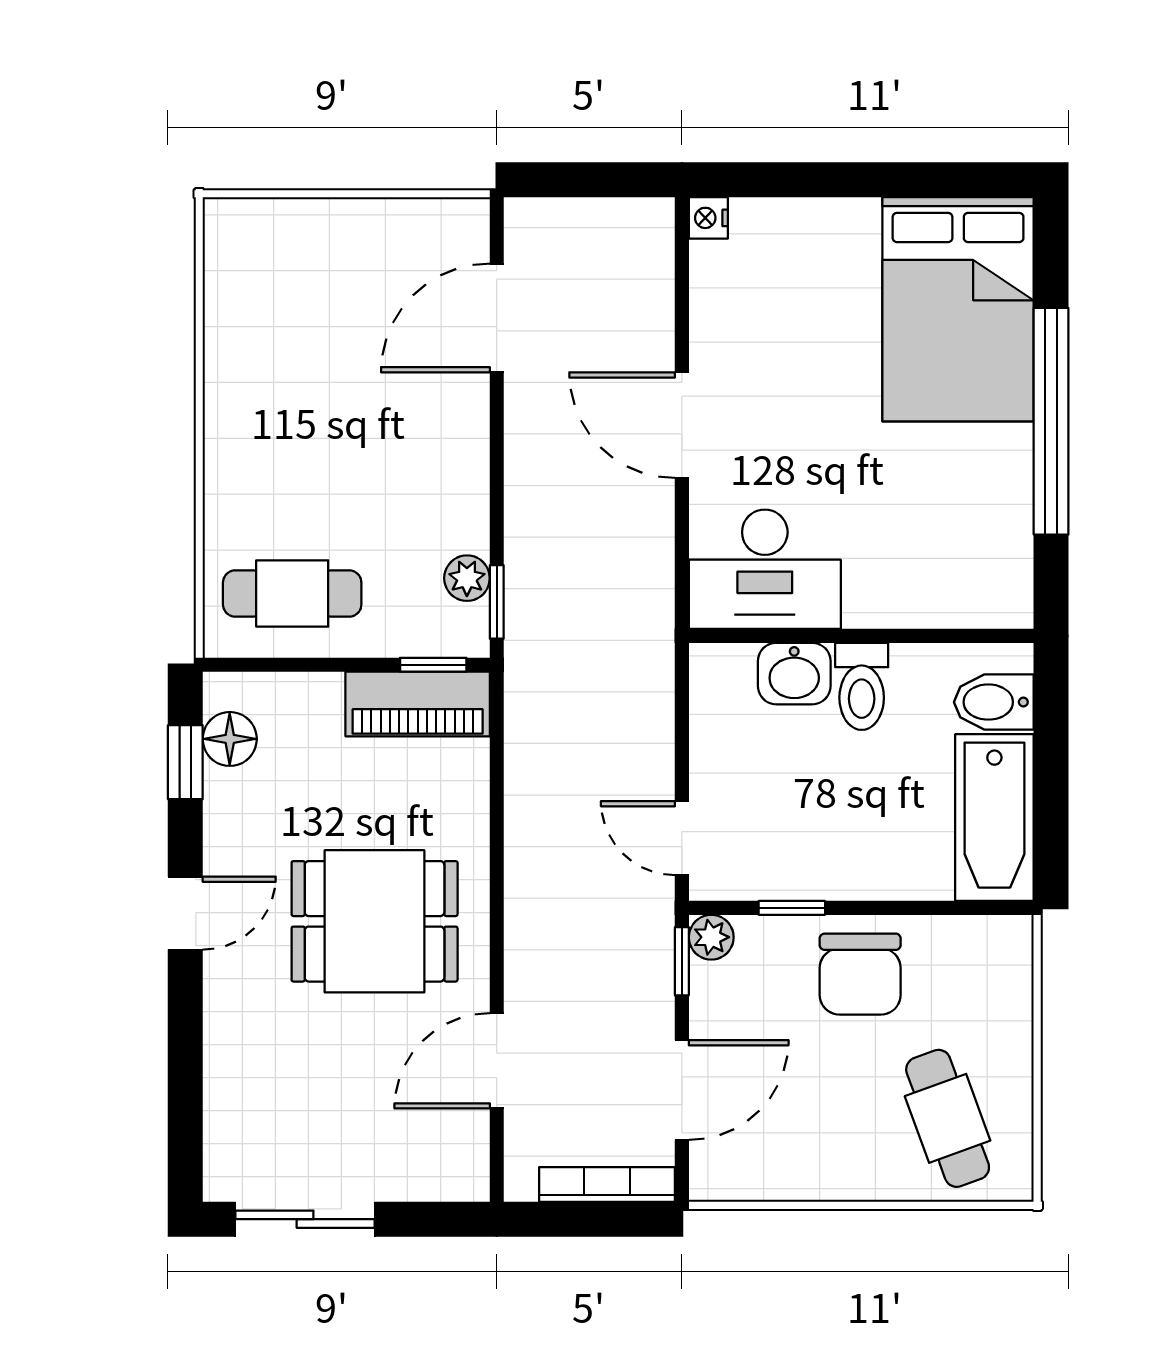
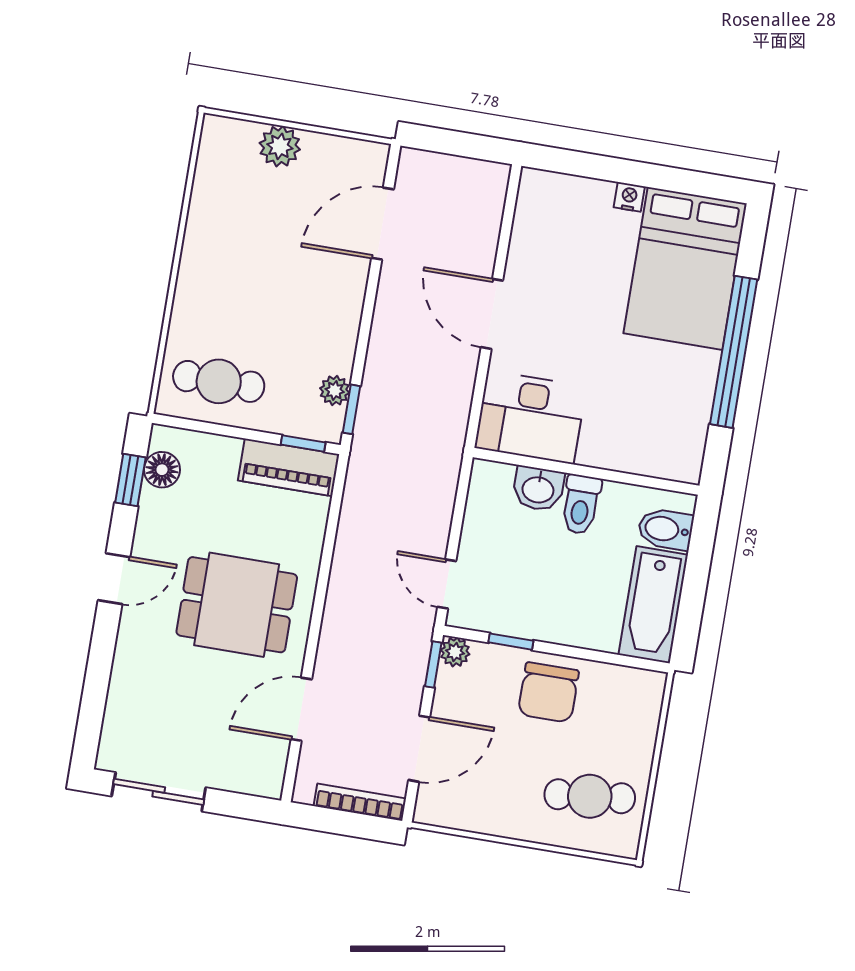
nightstand: (708, 218) -> (629, 197), moved, turned 90
plant: (325, 228) -> (280, 146), added
cafe table: (948, 1118) -> (590, 796), turned -76

